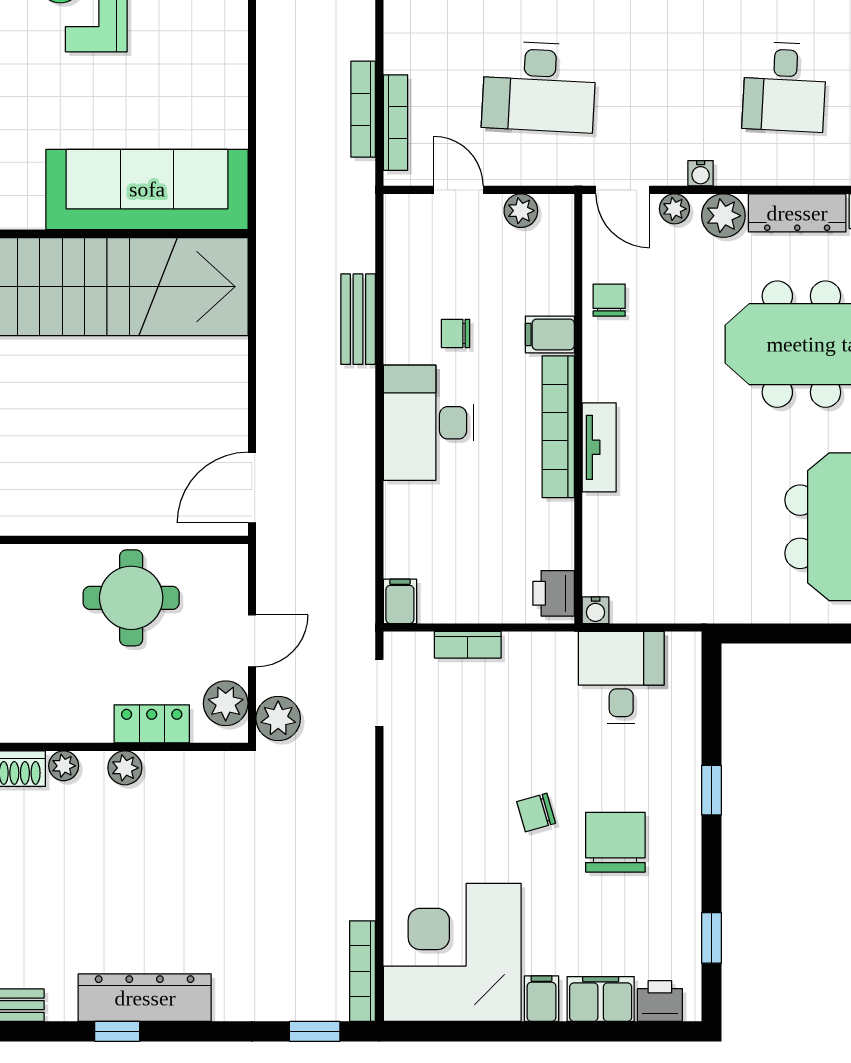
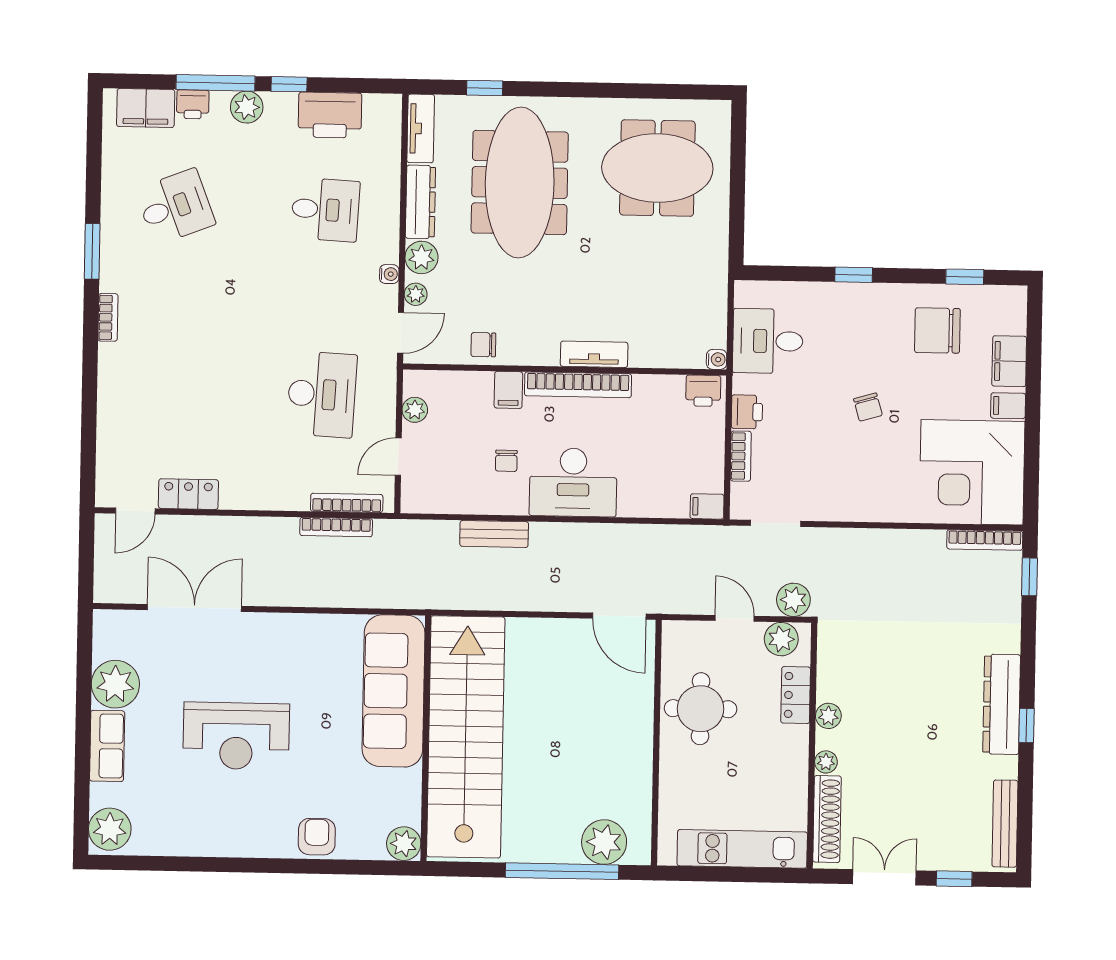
chair: (615, 842) -> (937, 331), moved
printer: (660, 1001) -> (747, 412), moved, turned 180

